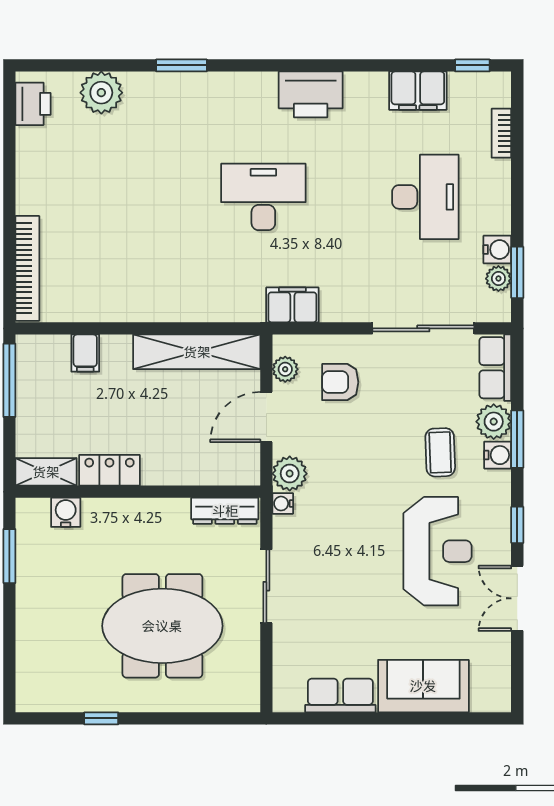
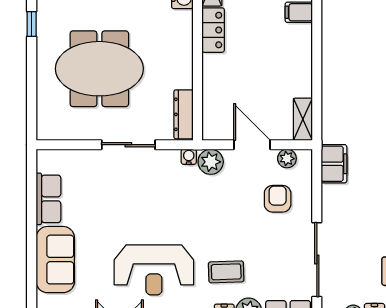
shelving: (197, 352) -> (303, 119), width x0.45, depth x0.75
meeting table: (162, 626) -> (99, 69), turned 90

